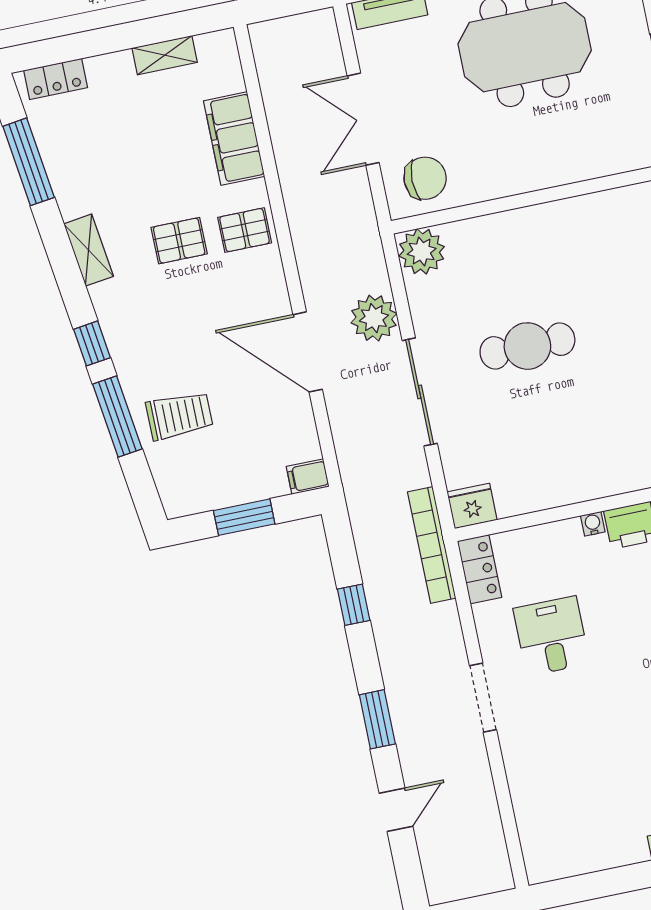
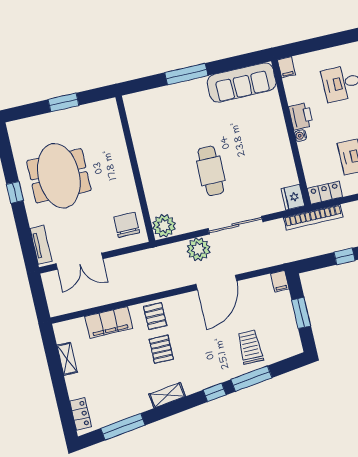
double door: (363, 119) -> (79, 261), moved

